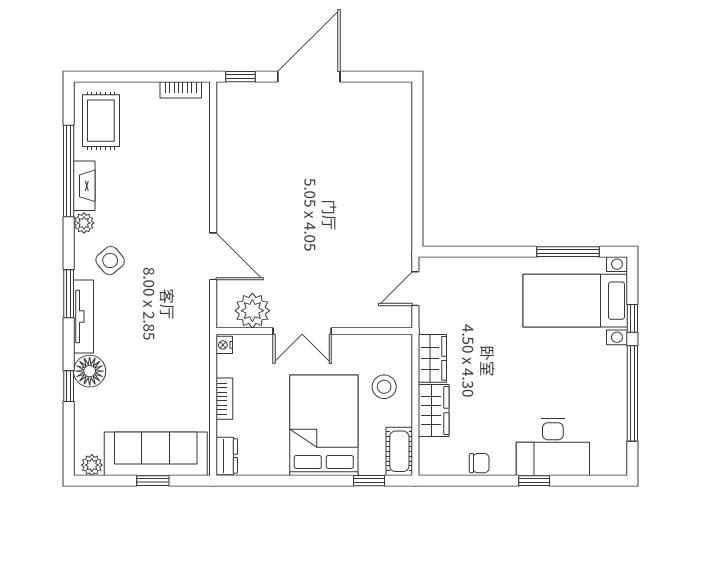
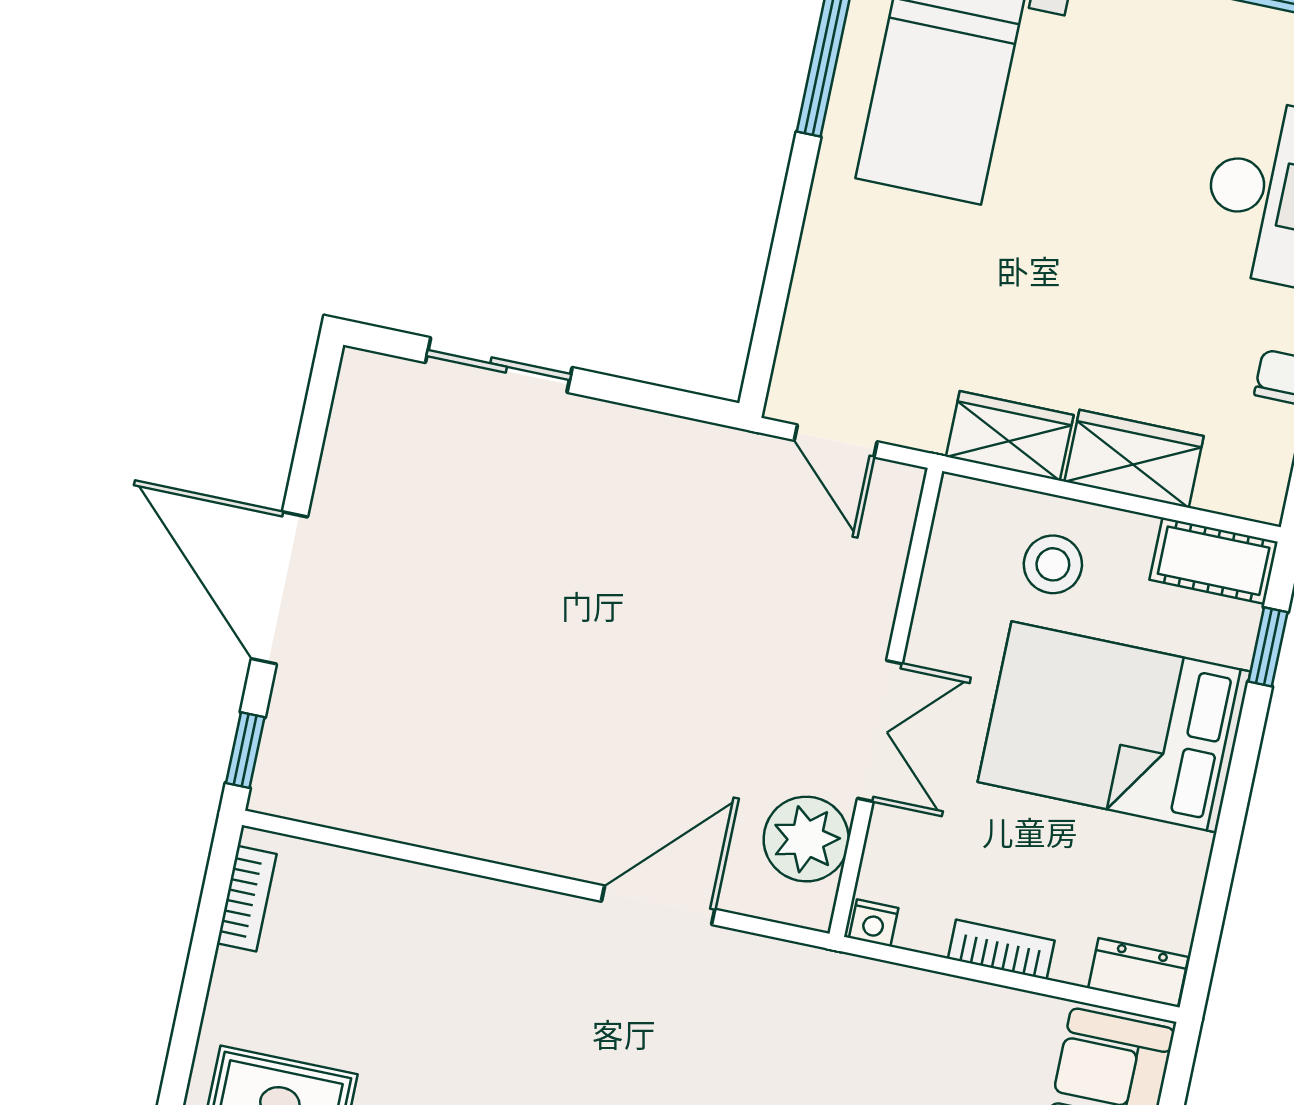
sliding door: (417, 146) -> (499, 365), added

